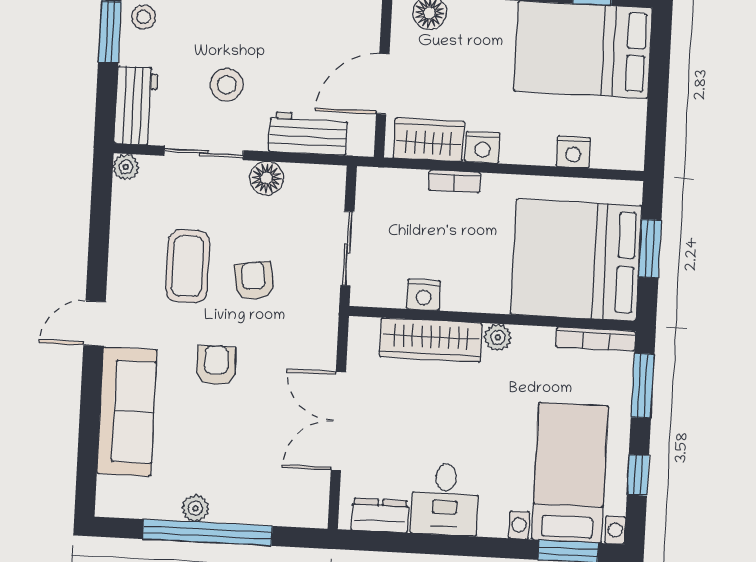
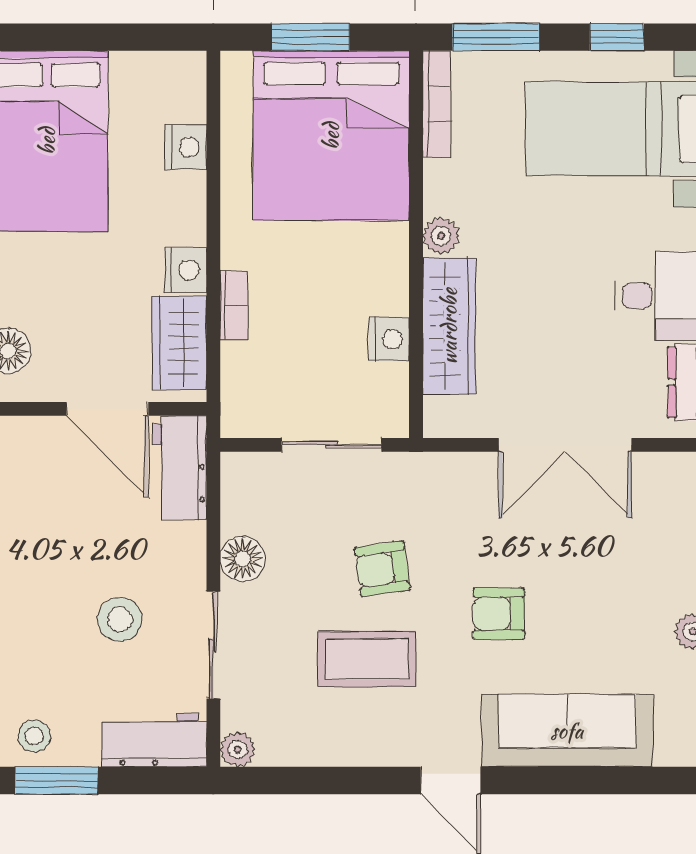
workbench: (308, 133) -> (180, 468), moved

